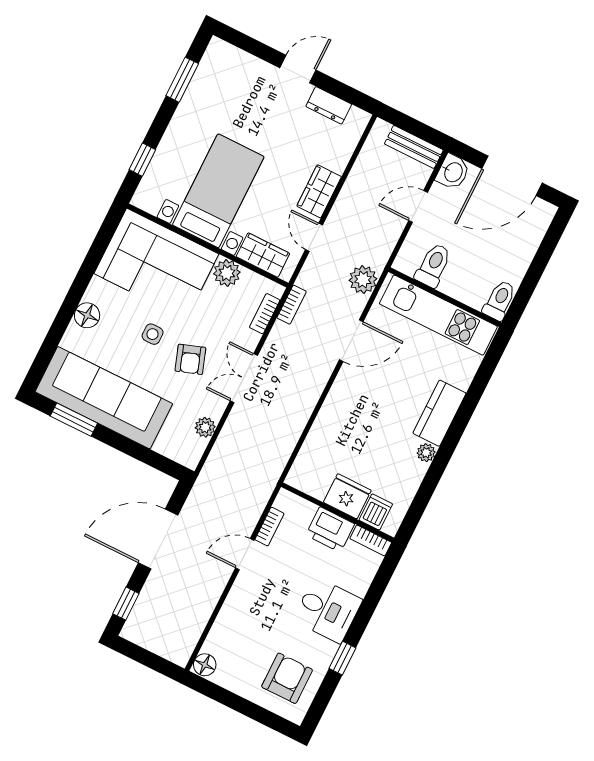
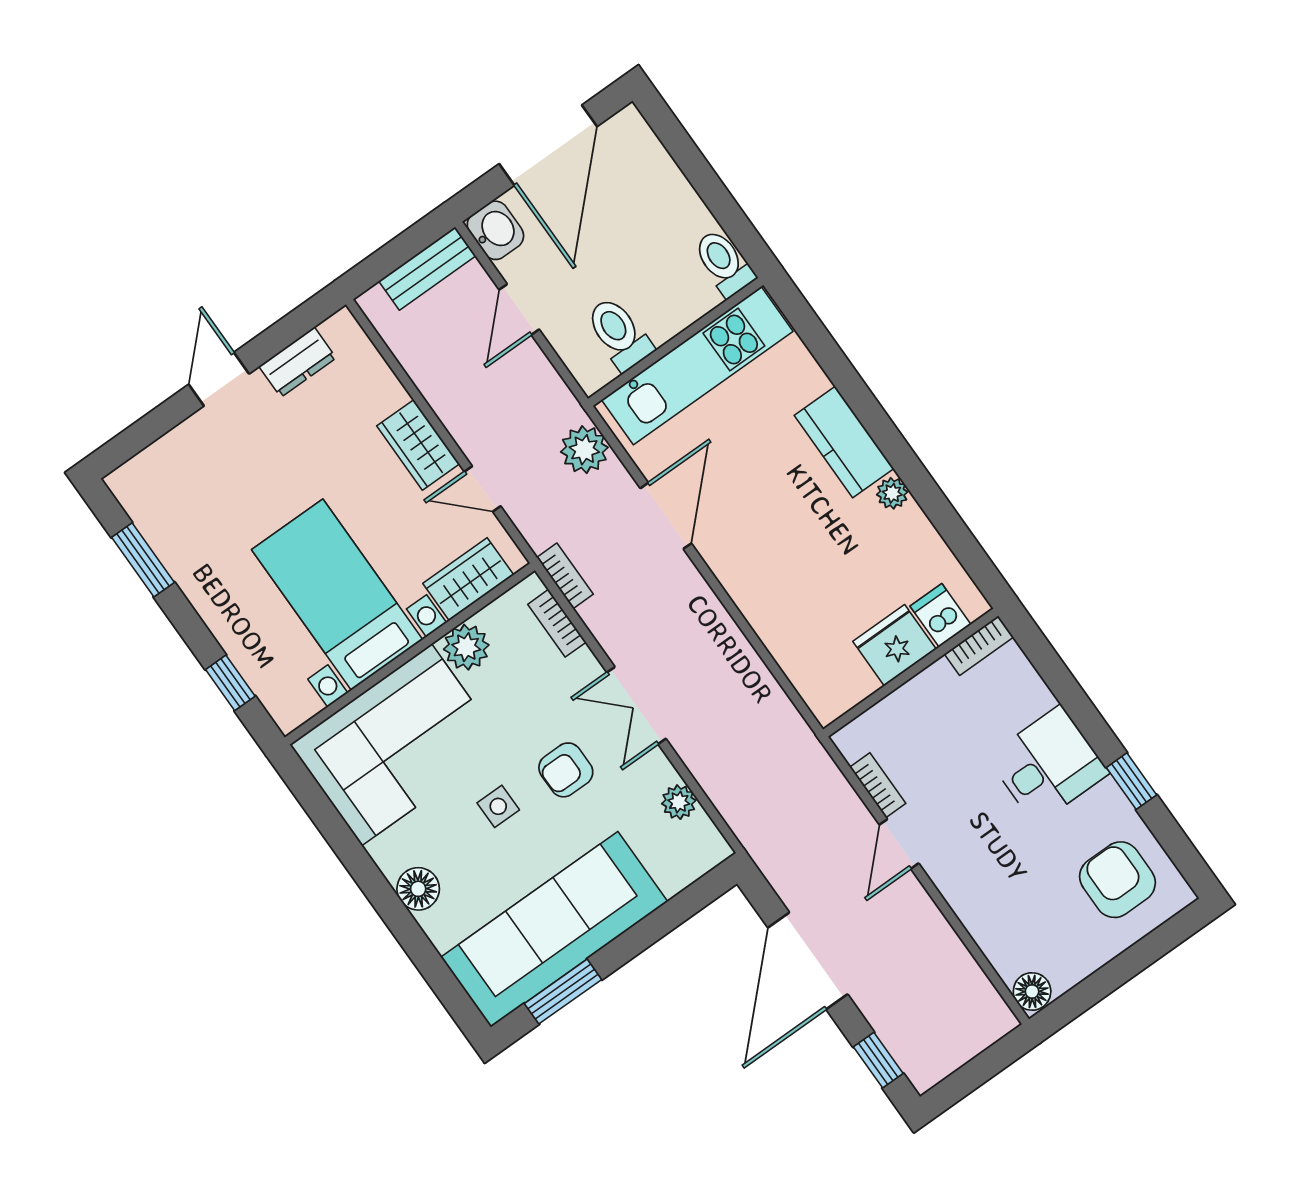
armchair: (190, 359) -> (566, 770), turned 109
printer: (330, 530) -> (930, 697), removed

